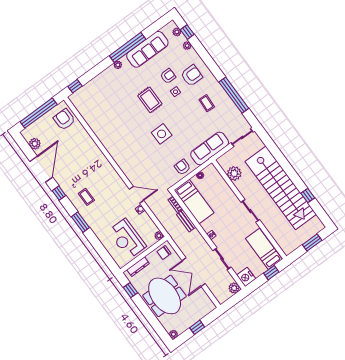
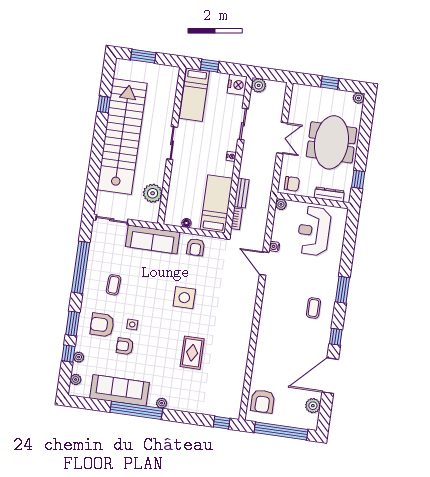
window: (187, 32) -> (68, 353), moved
window: (208, 61) -> (73, 323), added
rug: (150, 100) -> (192, 353), moved
reception desk: (127, 239) -> (314, 231), turned 180
double door: (194, 272) -> (282, 138), width x0.73

